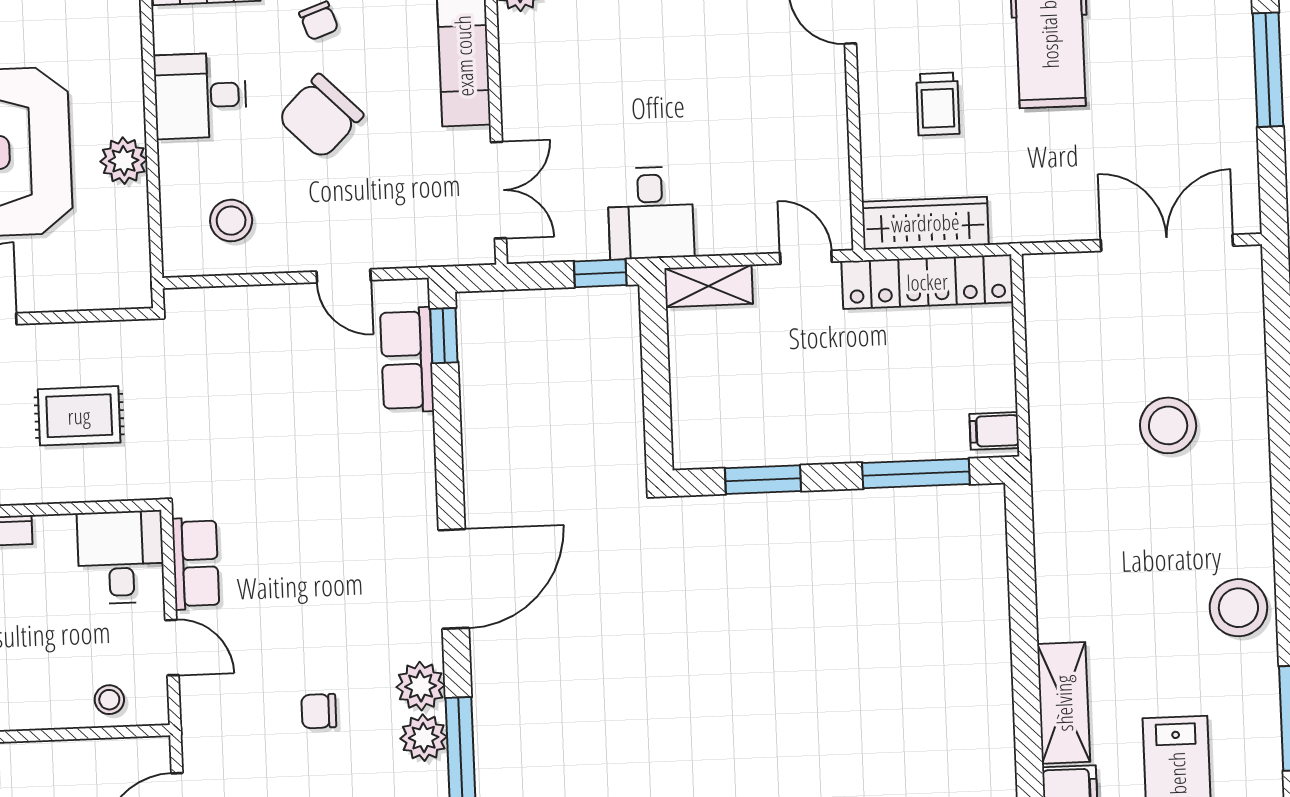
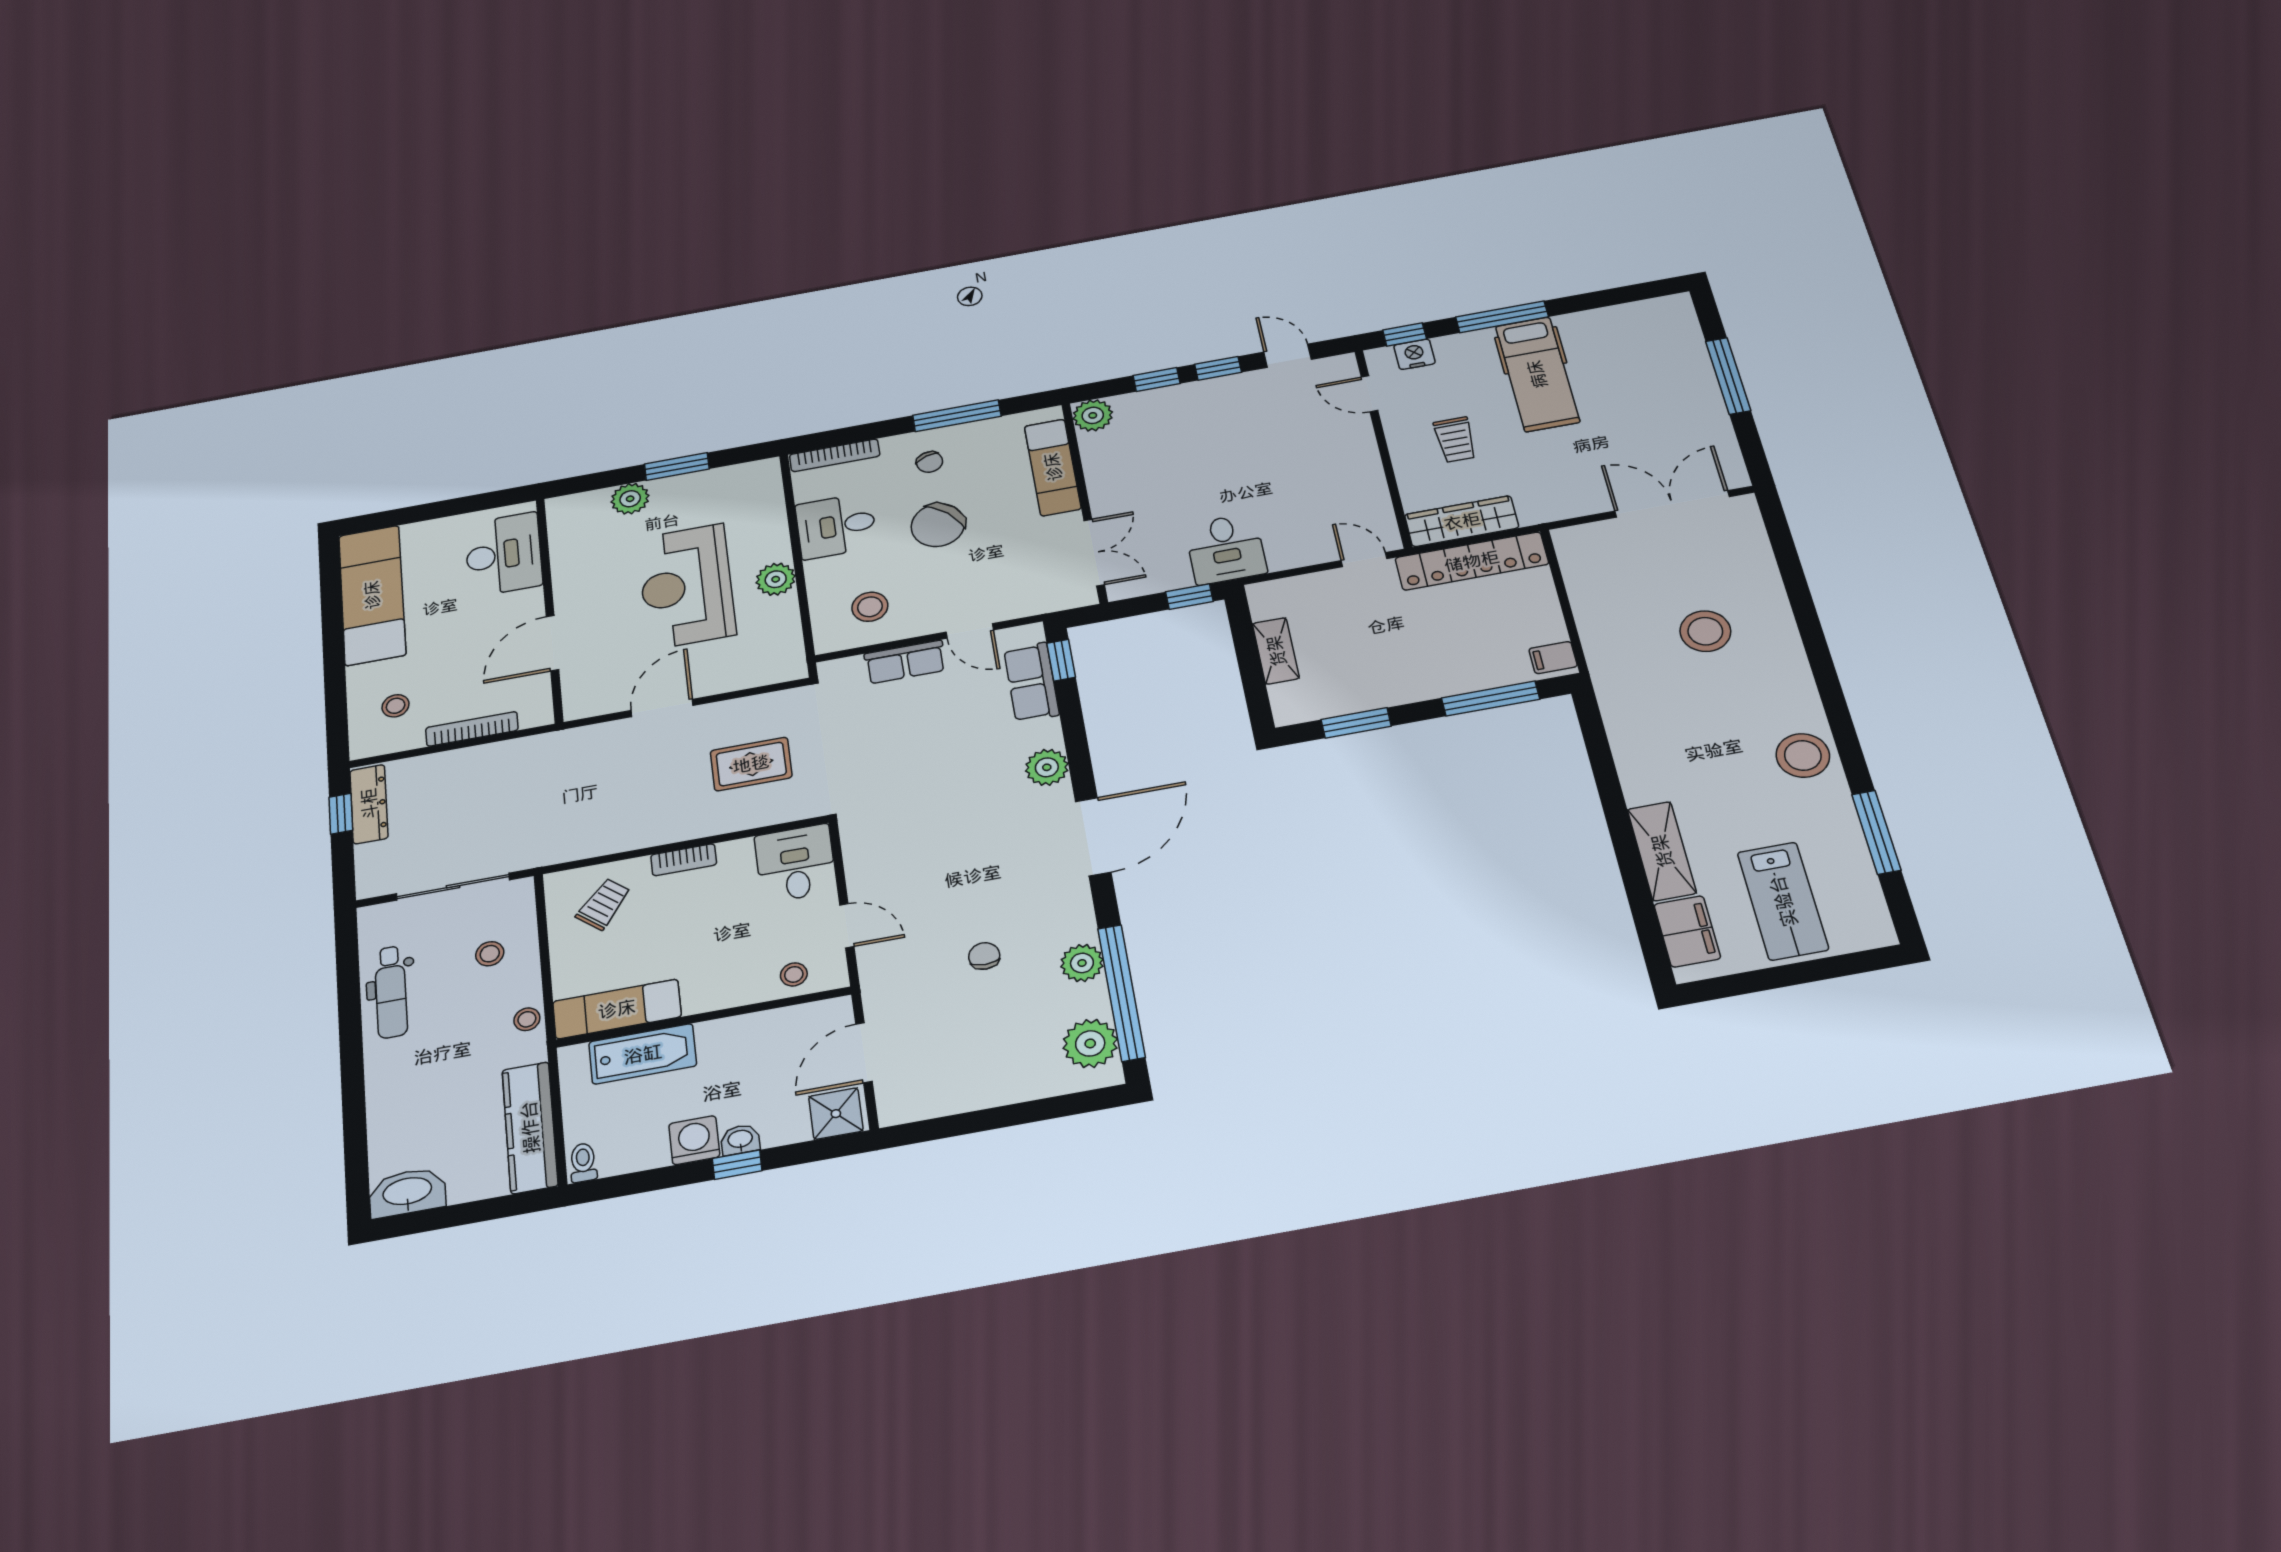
shelving: (709, 286) -> (1276, 651), moved, turned 90
row of seats: (196, 563) -> (905, 662), moved, turned 90
plant: (421, 686) -> (1047, 767), moved
chair: (319, 711) -> (984, 956), turned 90

